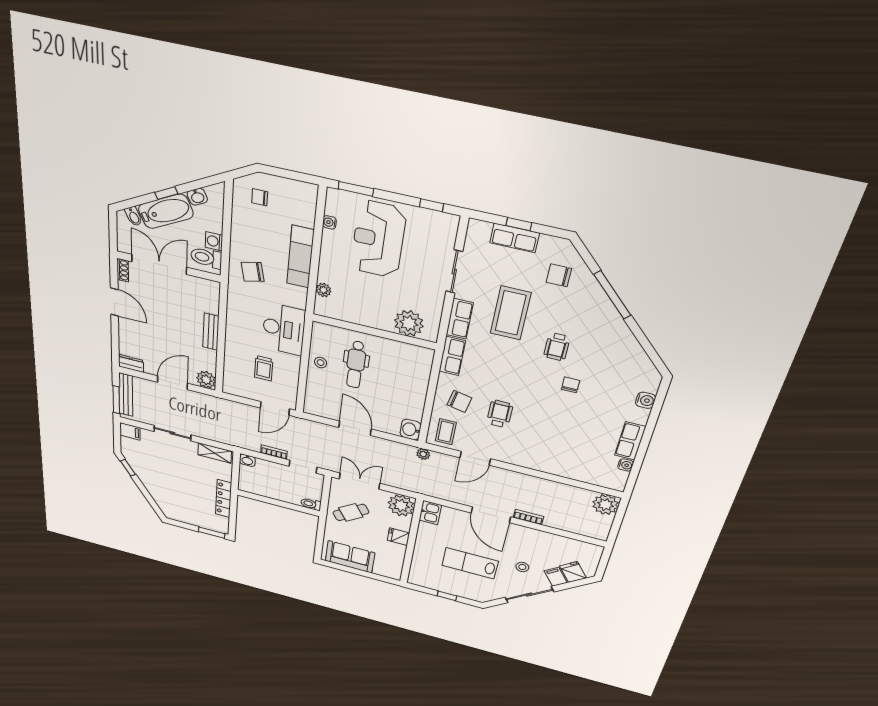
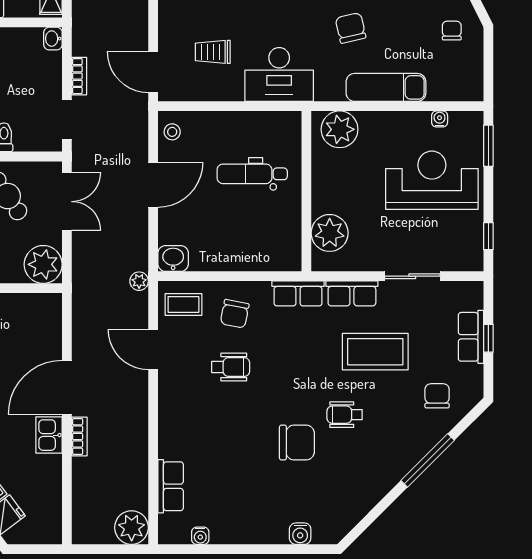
plant: (323, 290) -> (340, 129), width x1.88, depth x1.88
stool: (321, 363) -> (172, 132), moved
chair: (570, 385) -> (297, 442), width x1.87, depth x1.87
row of seats: (630, 441) -> (171, 486), moved, turned 90
kitchen sink: (430, 513) -> (49, 435), moved, turned 90

